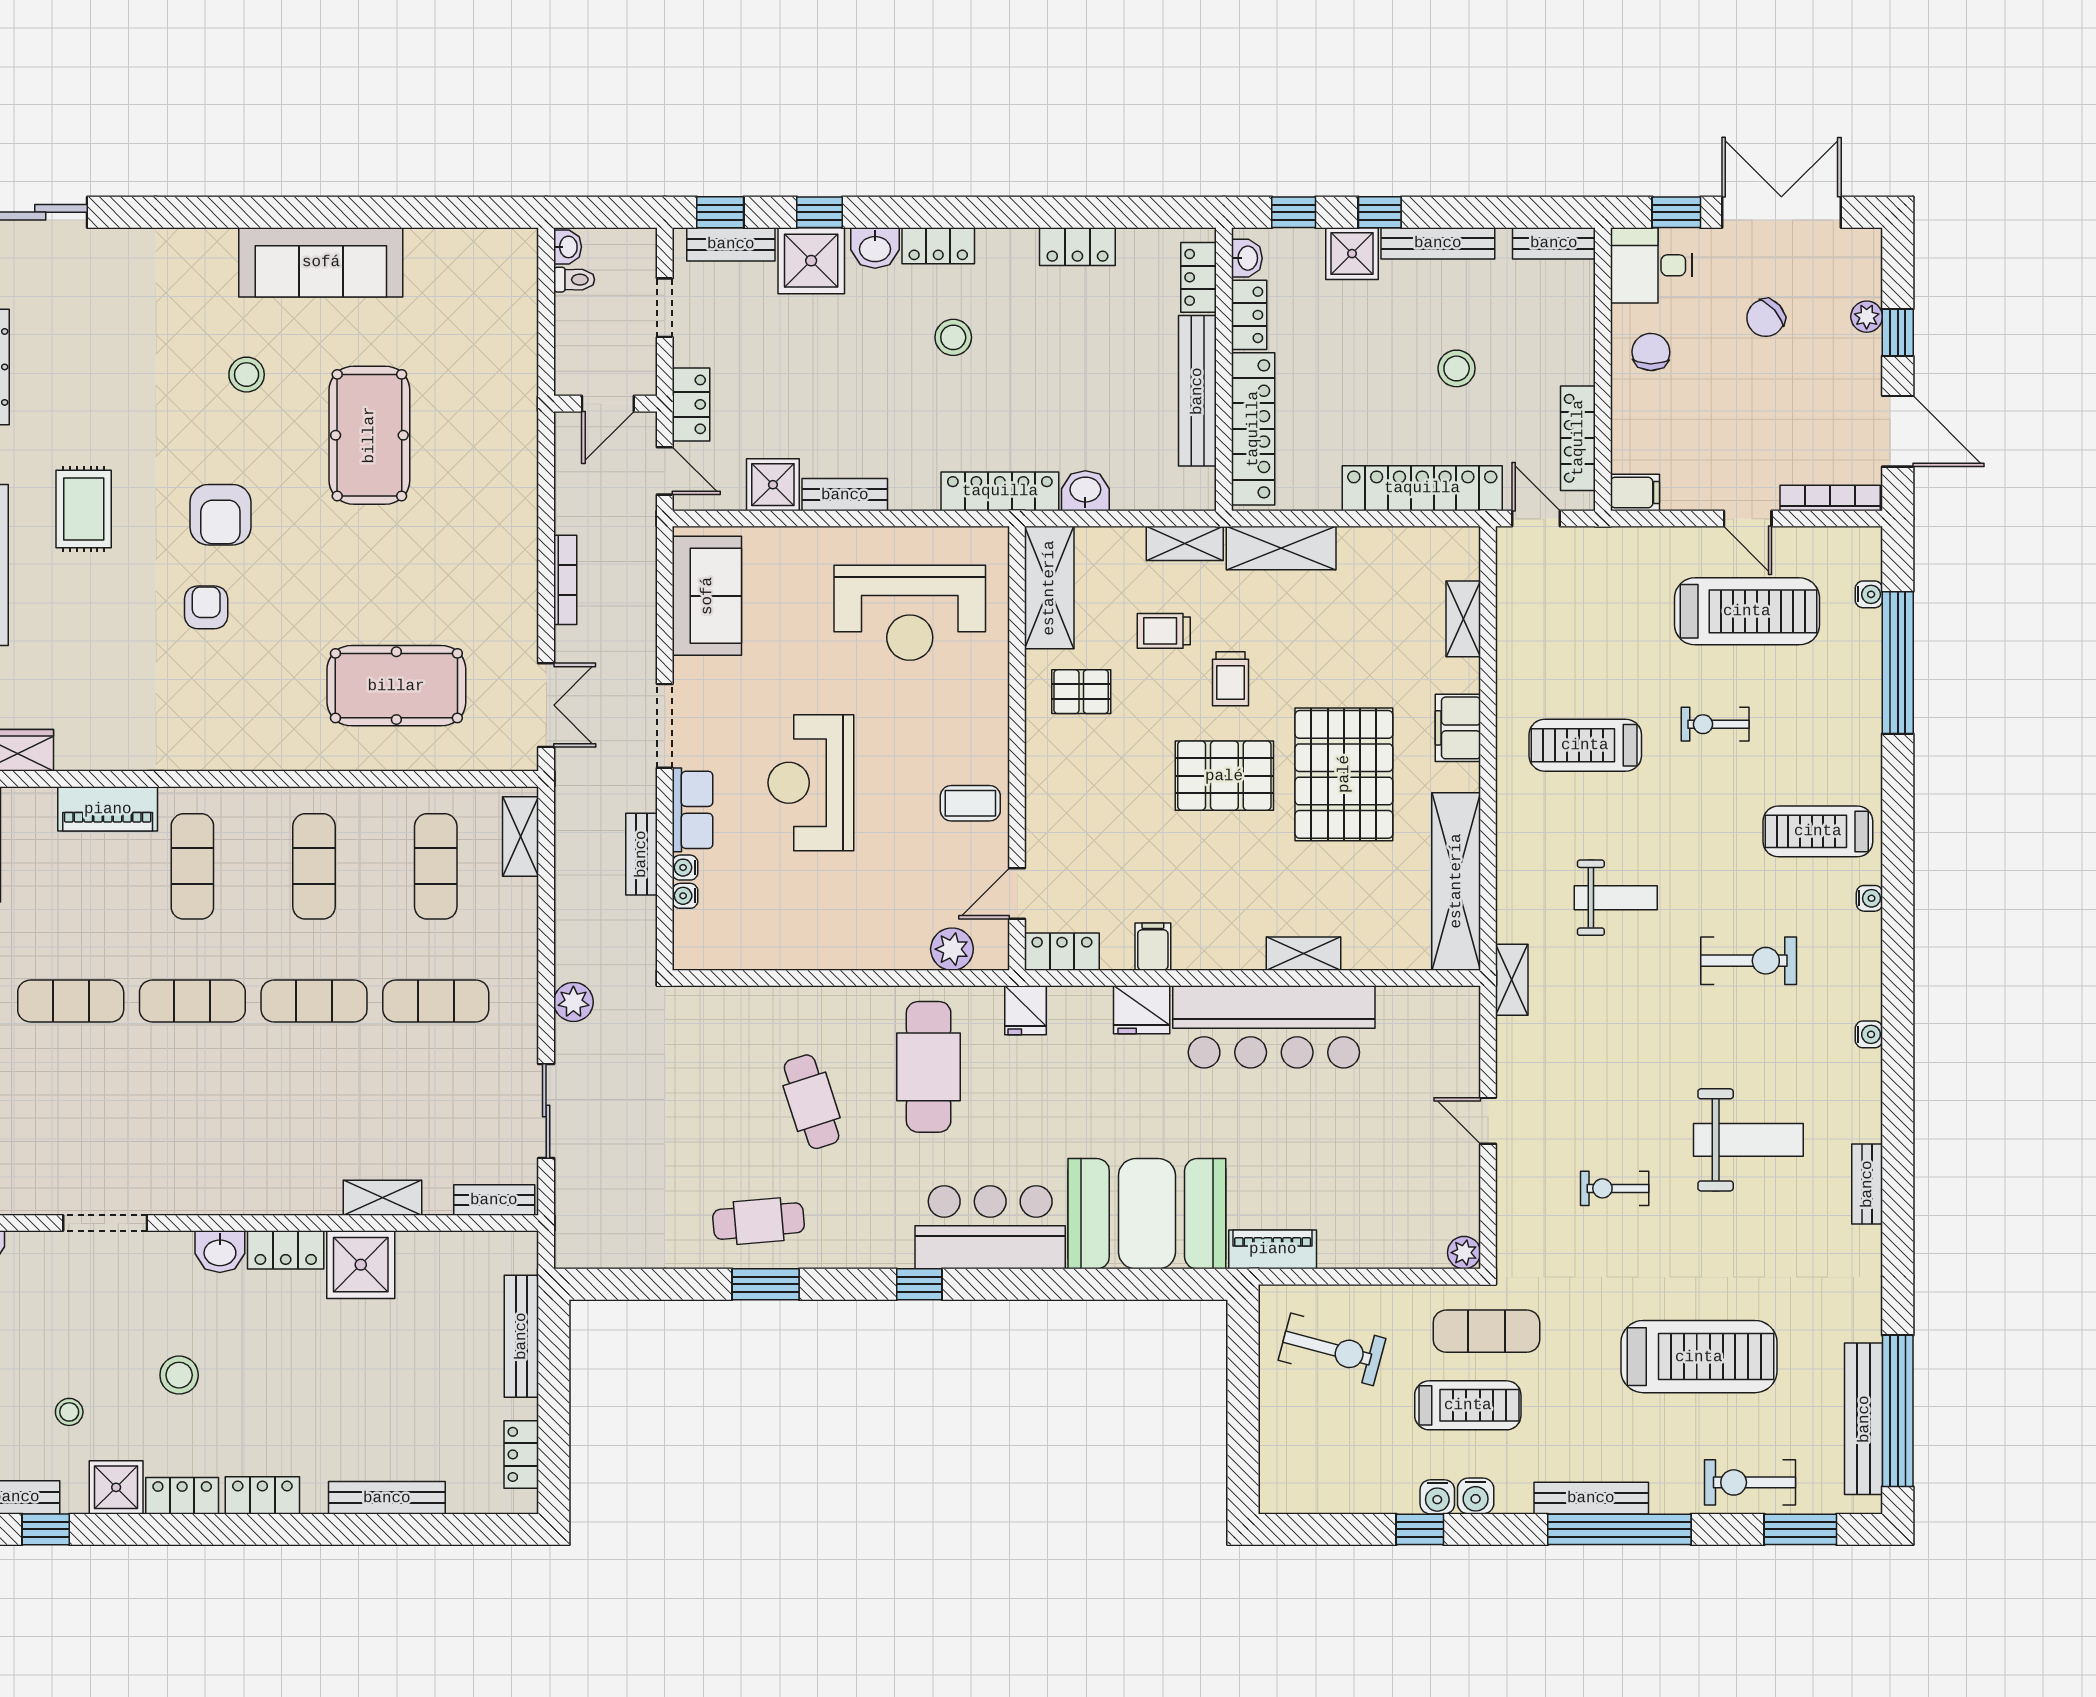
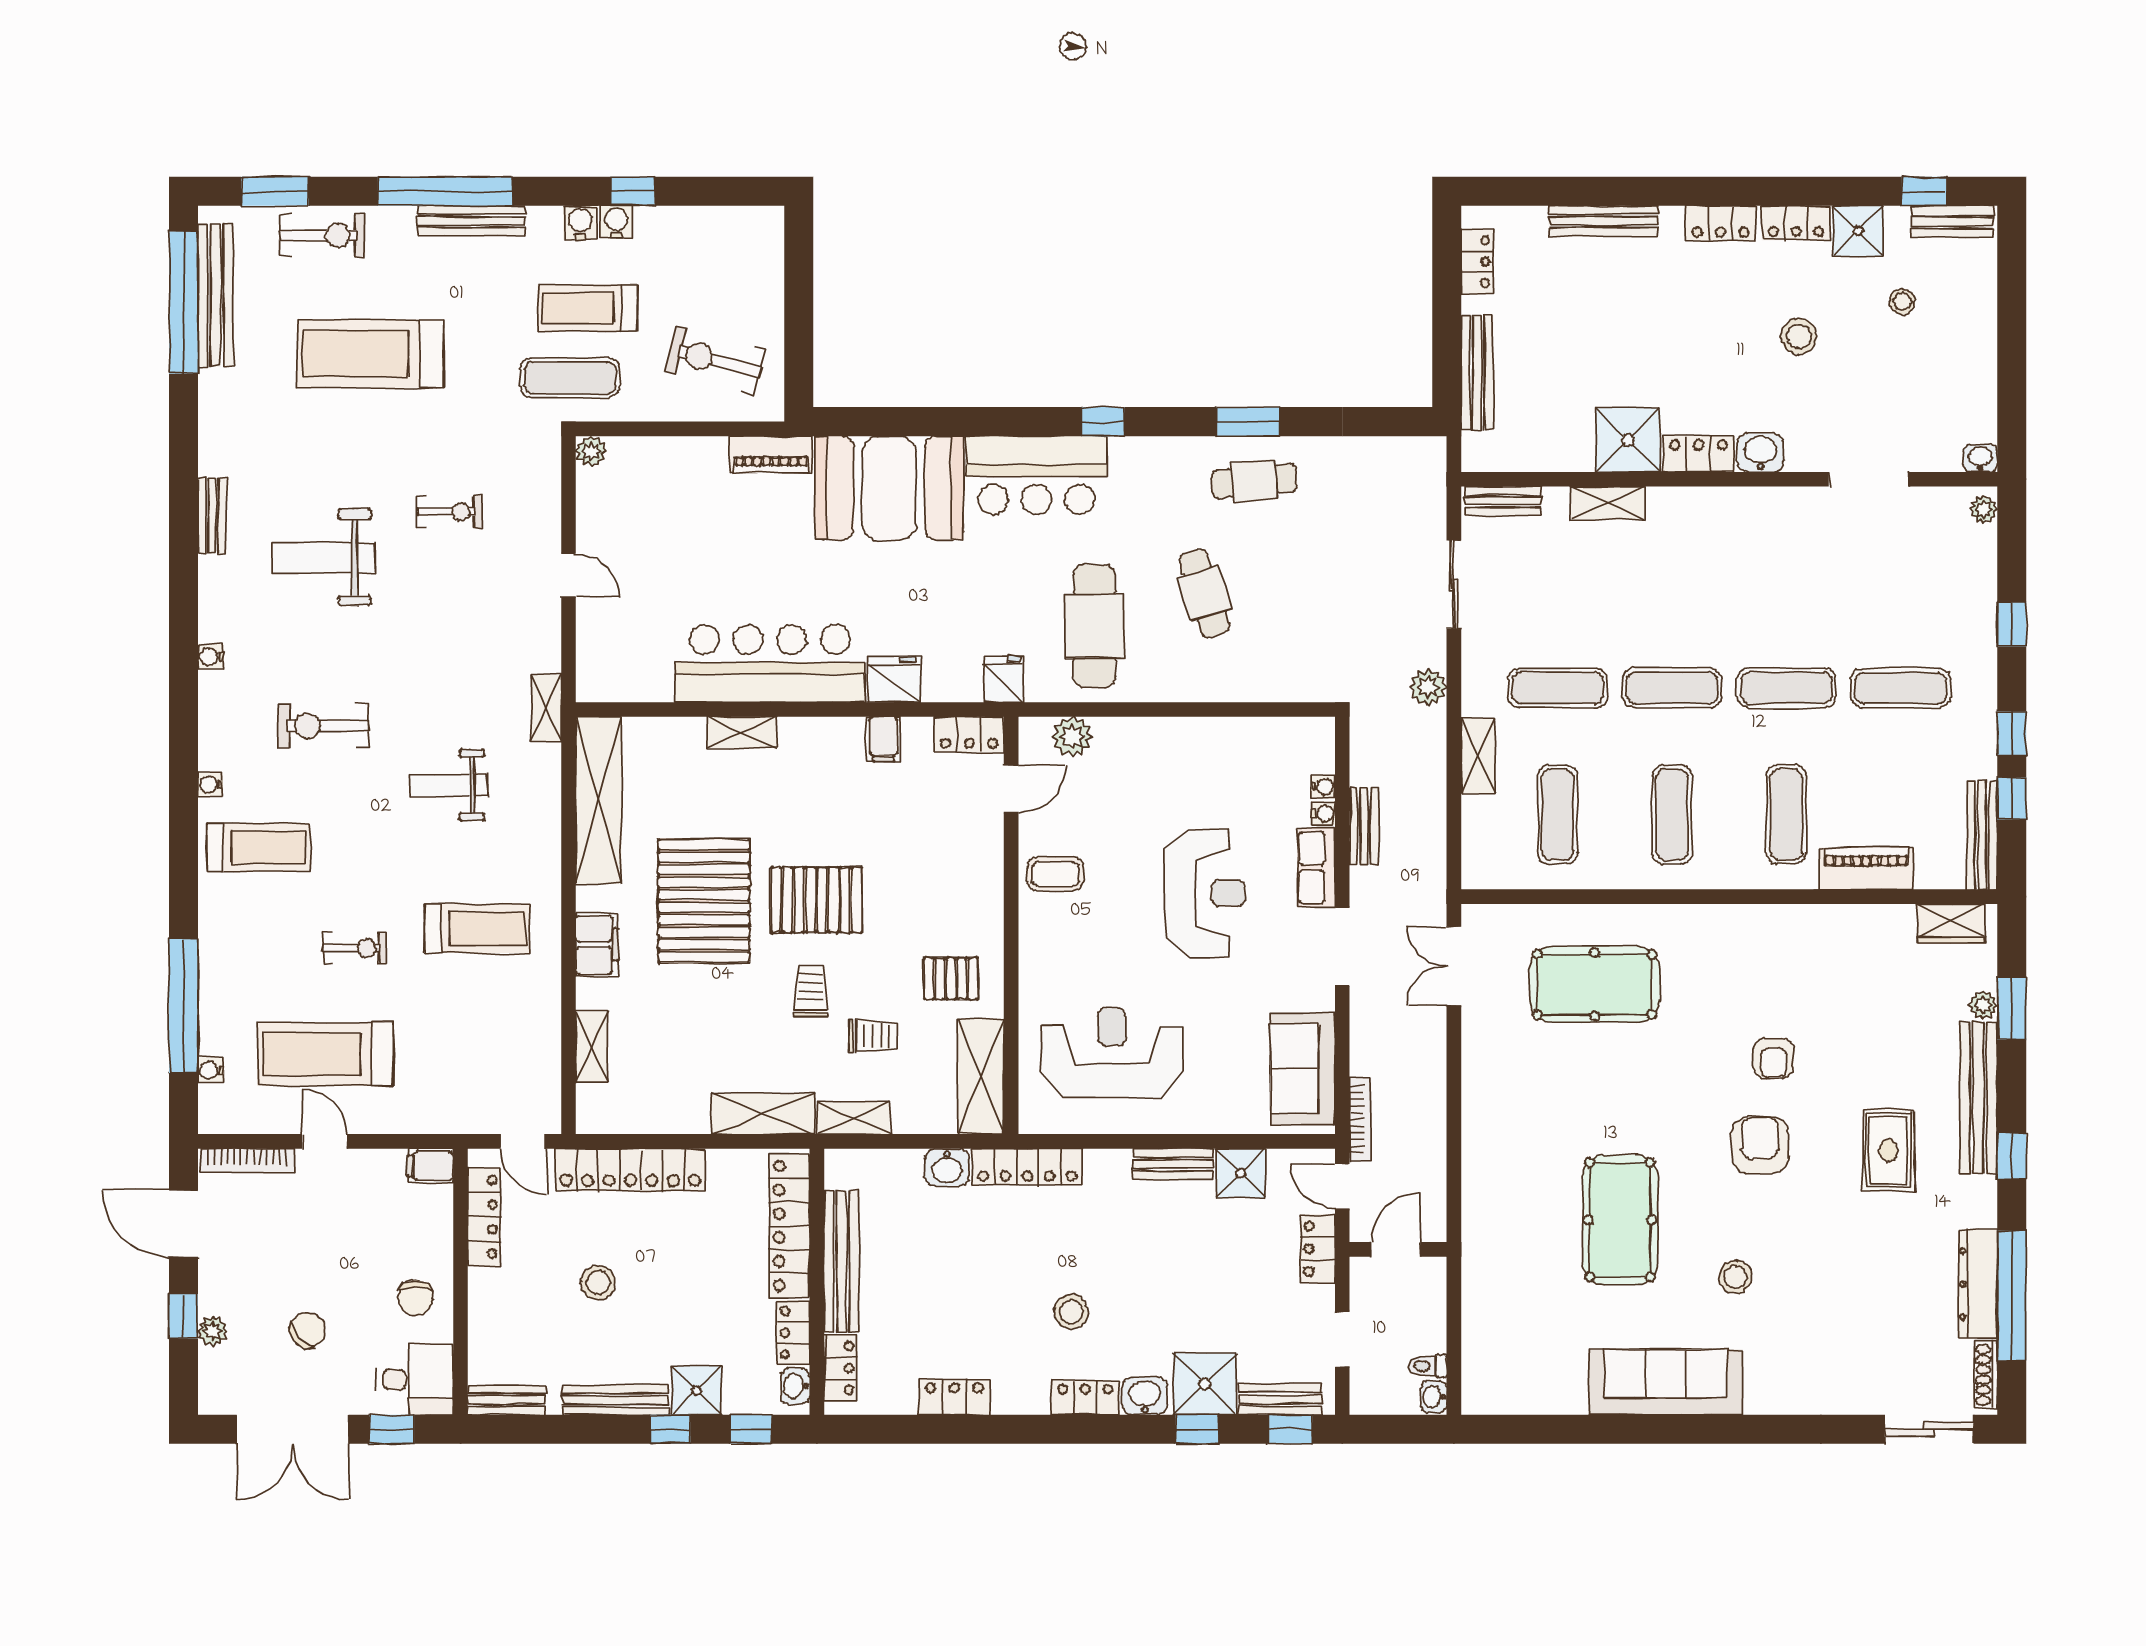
bookcase: (565, 580) -> (1360, 1119), moved, turned 180
shelving: (521, 837) -> (1478, 756), moved

